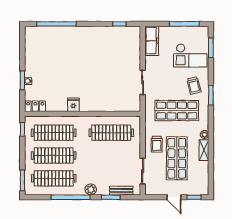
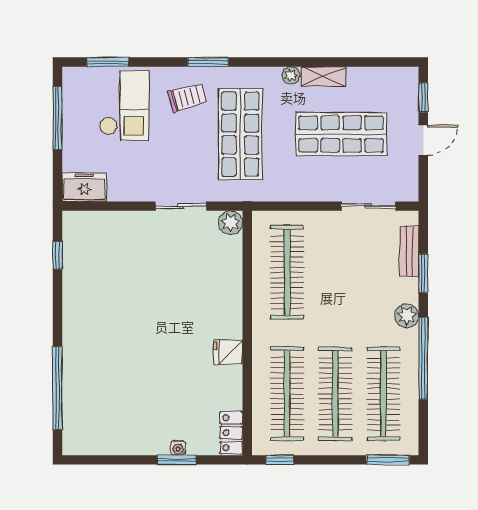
freezer: (152, 41) -> (84, 187), width x0.71
plant: (135, 106) -> (231, 223), added
trolley: (157, 144) -> (311, 176), removed

